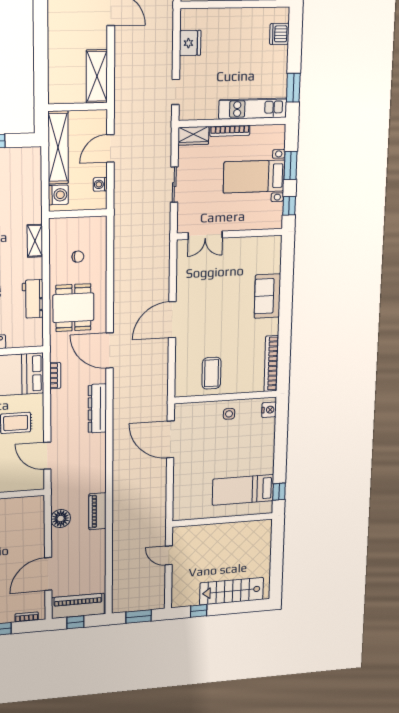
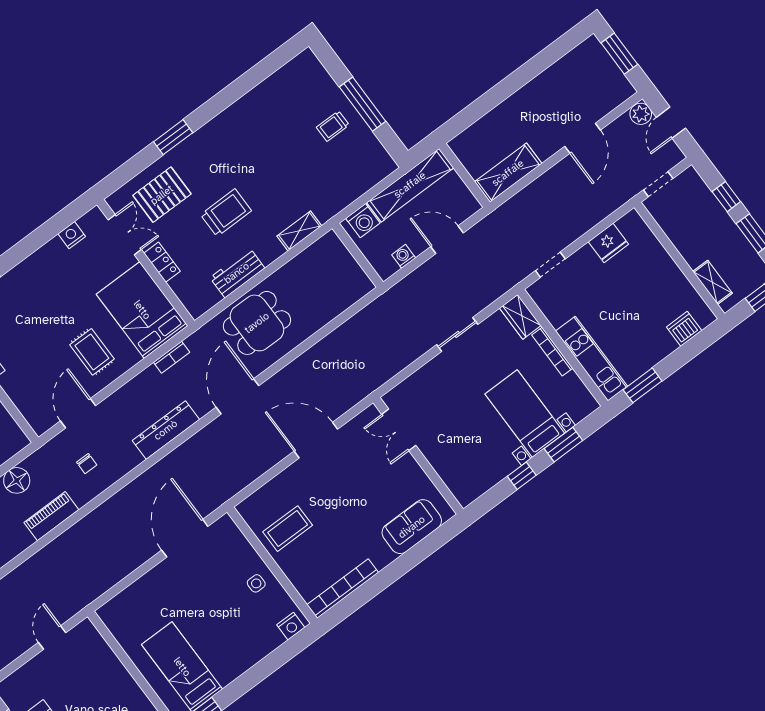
wall: (230, 234) -> (418, 456), moved
double door: (205, 235) -> (399, 430), moved
chair: (78, 257) -> (87, 464), moved

